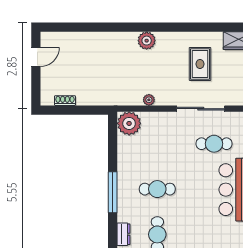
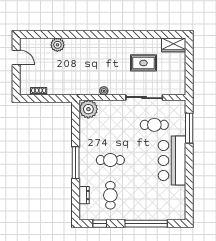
plant: (147, 41) -> (57, 45), moved
door: (36, 57) -> (16, 57), hinge flipped
rug: (200, 64) -> (143, 63), turned 90

